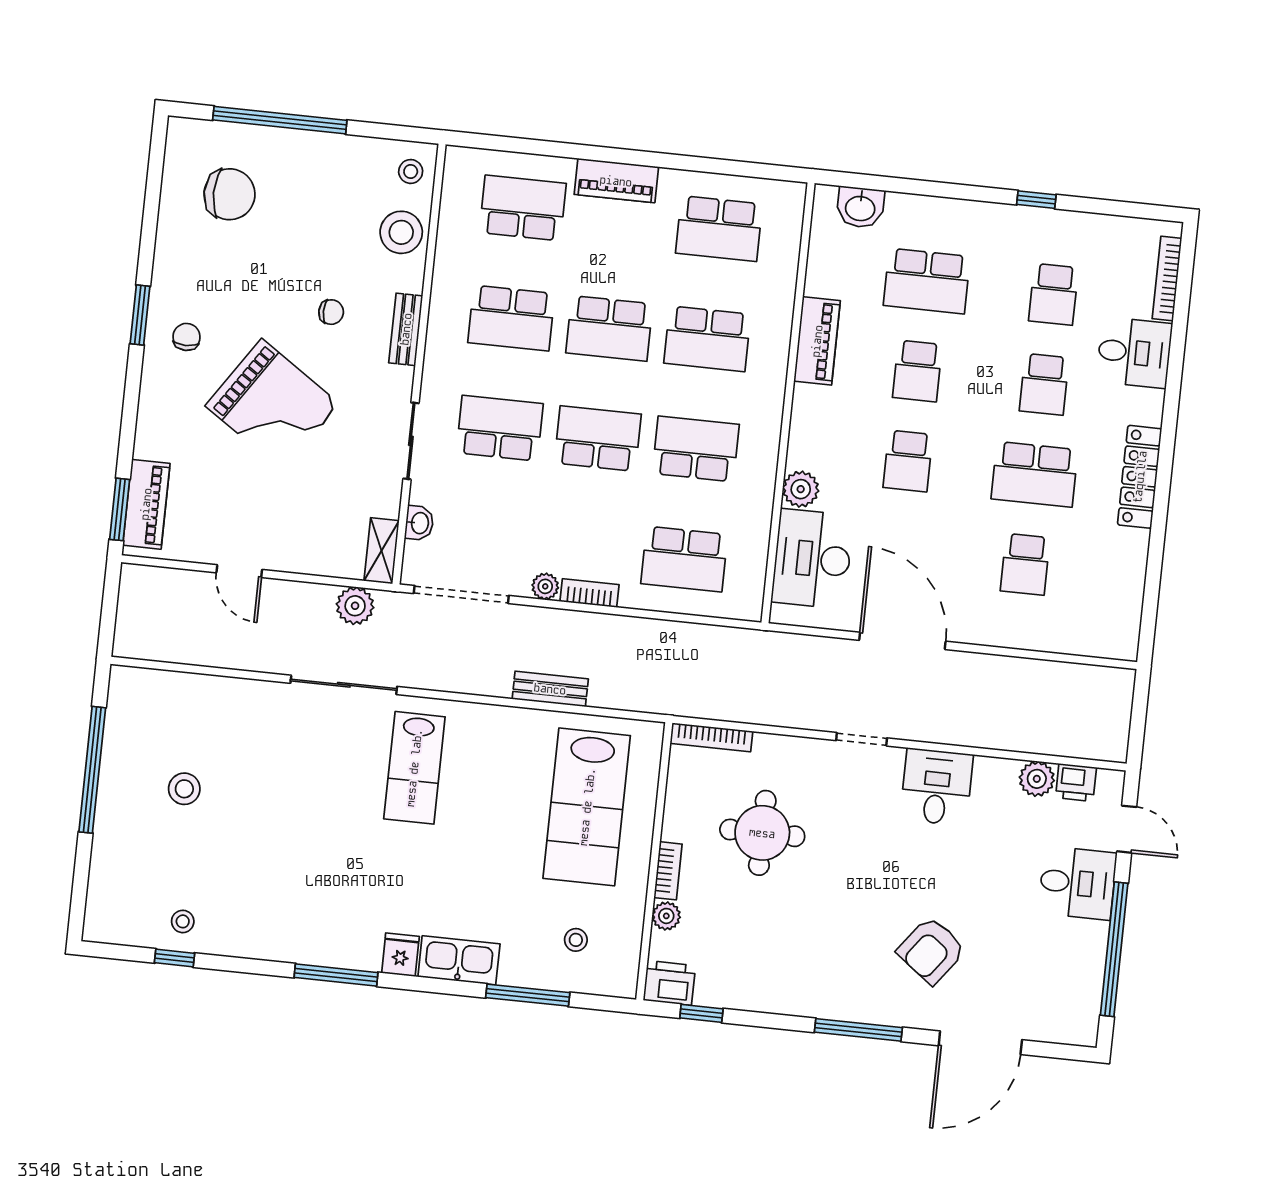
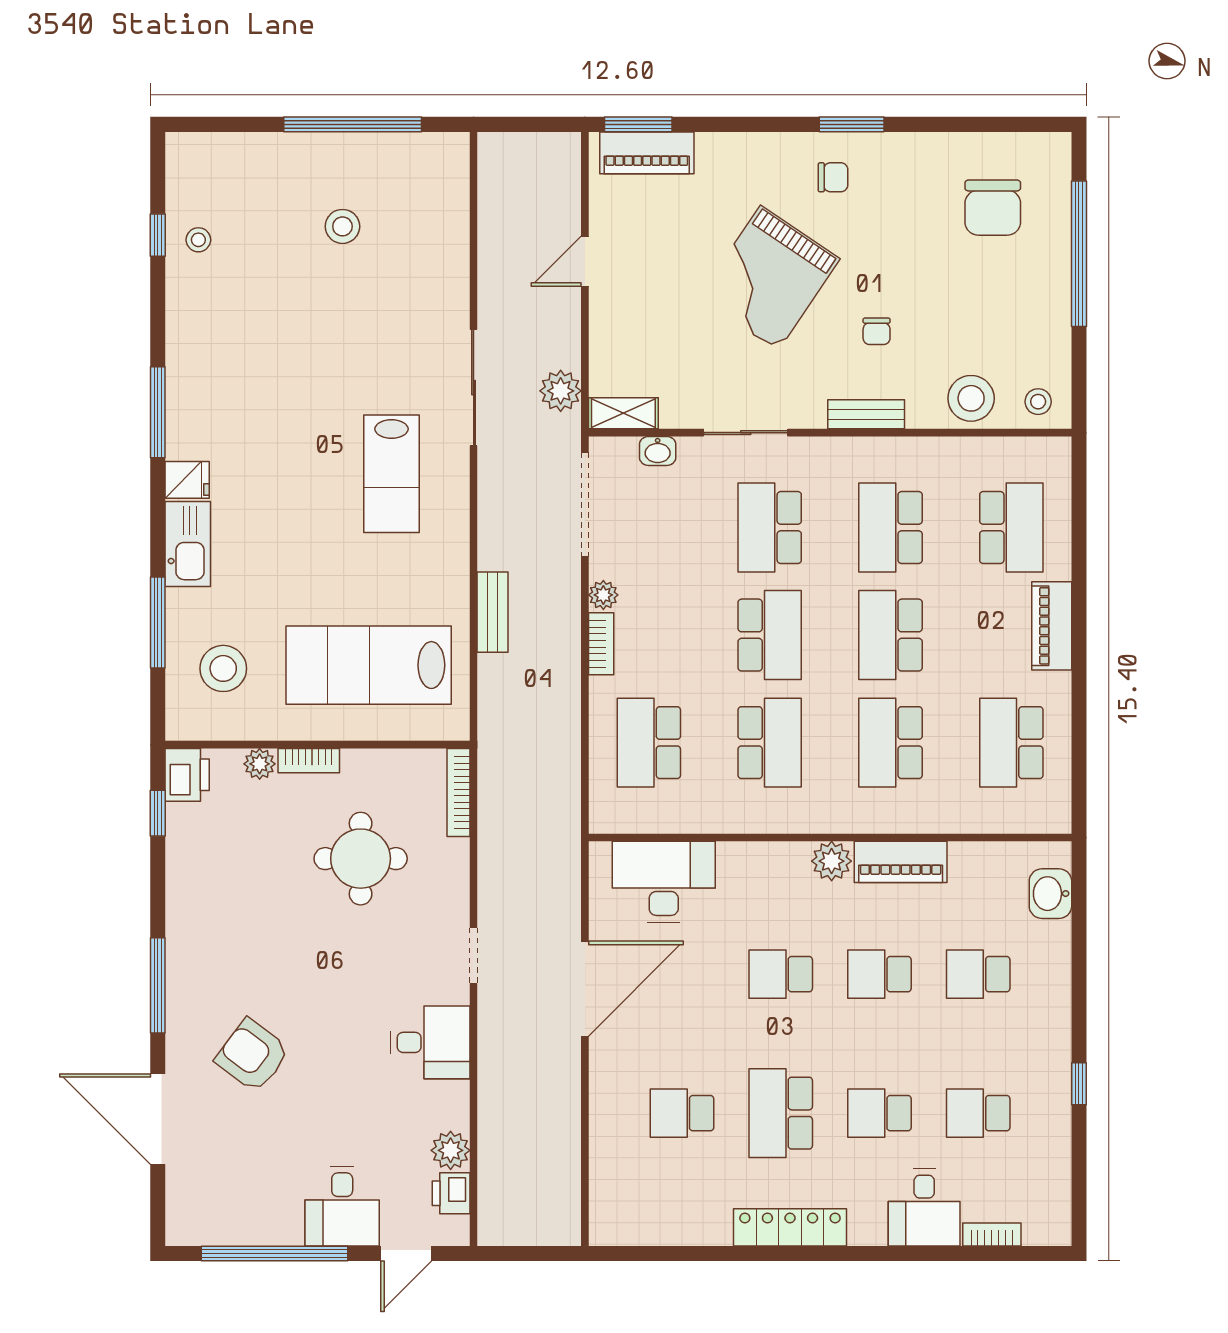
bookcase: (1167, 279) -> (992, 1234), width x0.64
school desk: (927, 281) -> (978, 974), width x0.54
school desk: (500, 428) -> (770, 528), turned 180
plant: (801, 489) -> (832, 861), moved
lab bench: (414, 768) -> (391, 474), turned -90
stool: (576, 940) -> (223, 668), width x1.89, depth x1.89

